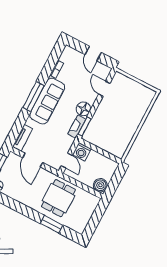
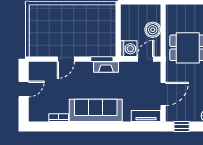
door: (104, 89) -> (66, 59), moved
window: (34, 97) -> (99, 126), removed
floor lamp: (83, 109) -> (85, 70), removed
boiler: (100, 185) -> (153, 30), moved

